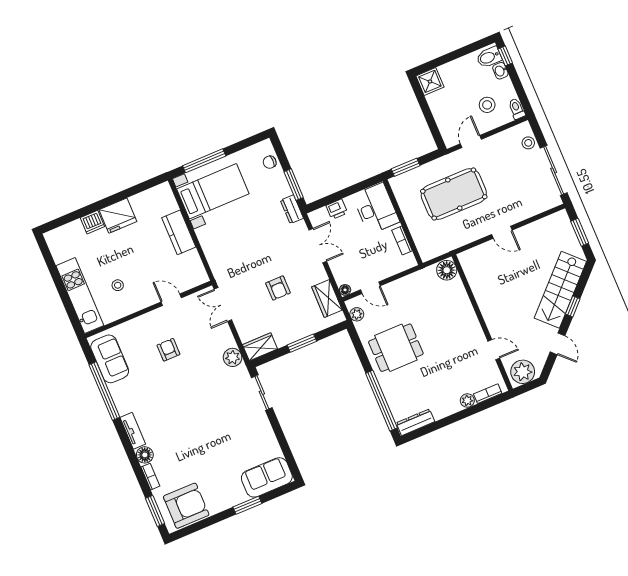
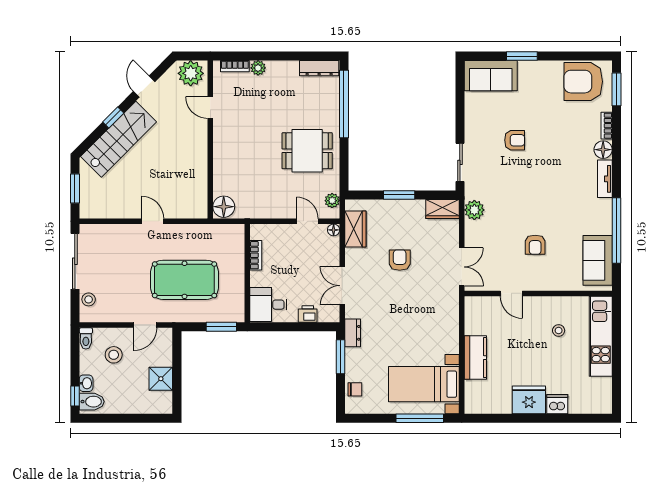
shower: (430, 81) -> (161, 379), moved
desk: (376, 209) -> (268, 305), width x0.73
armchair: (223, 431) -> (515, 140), added

